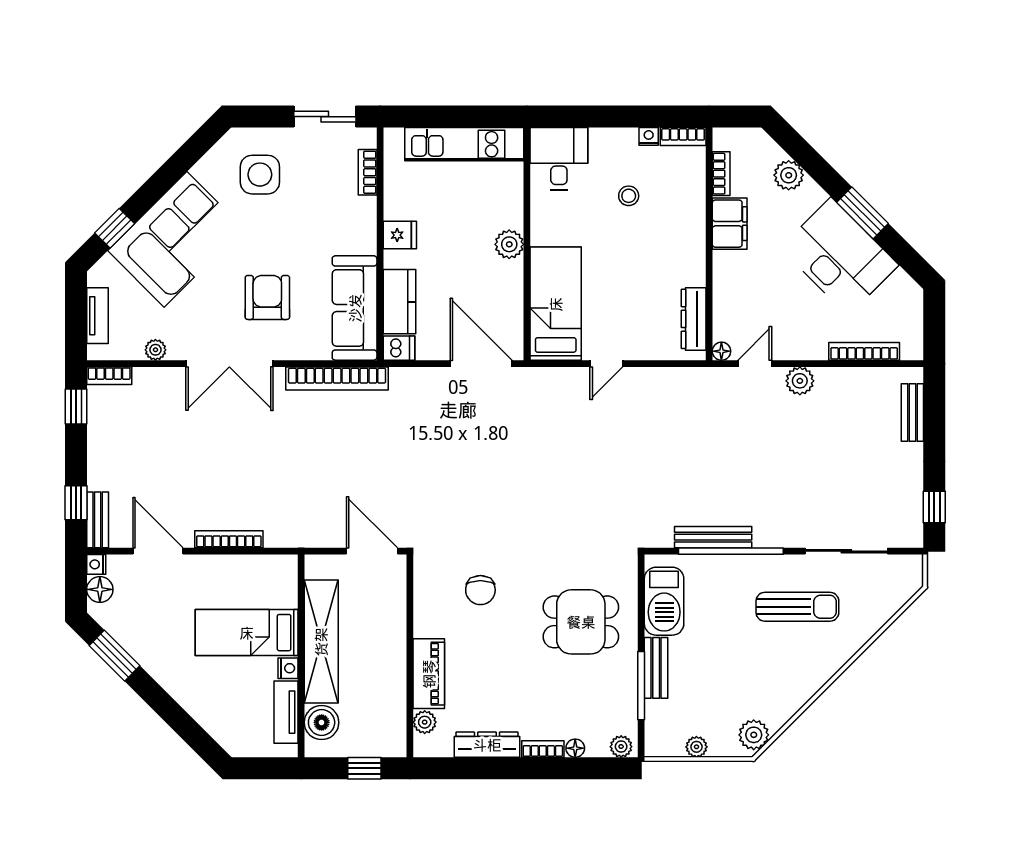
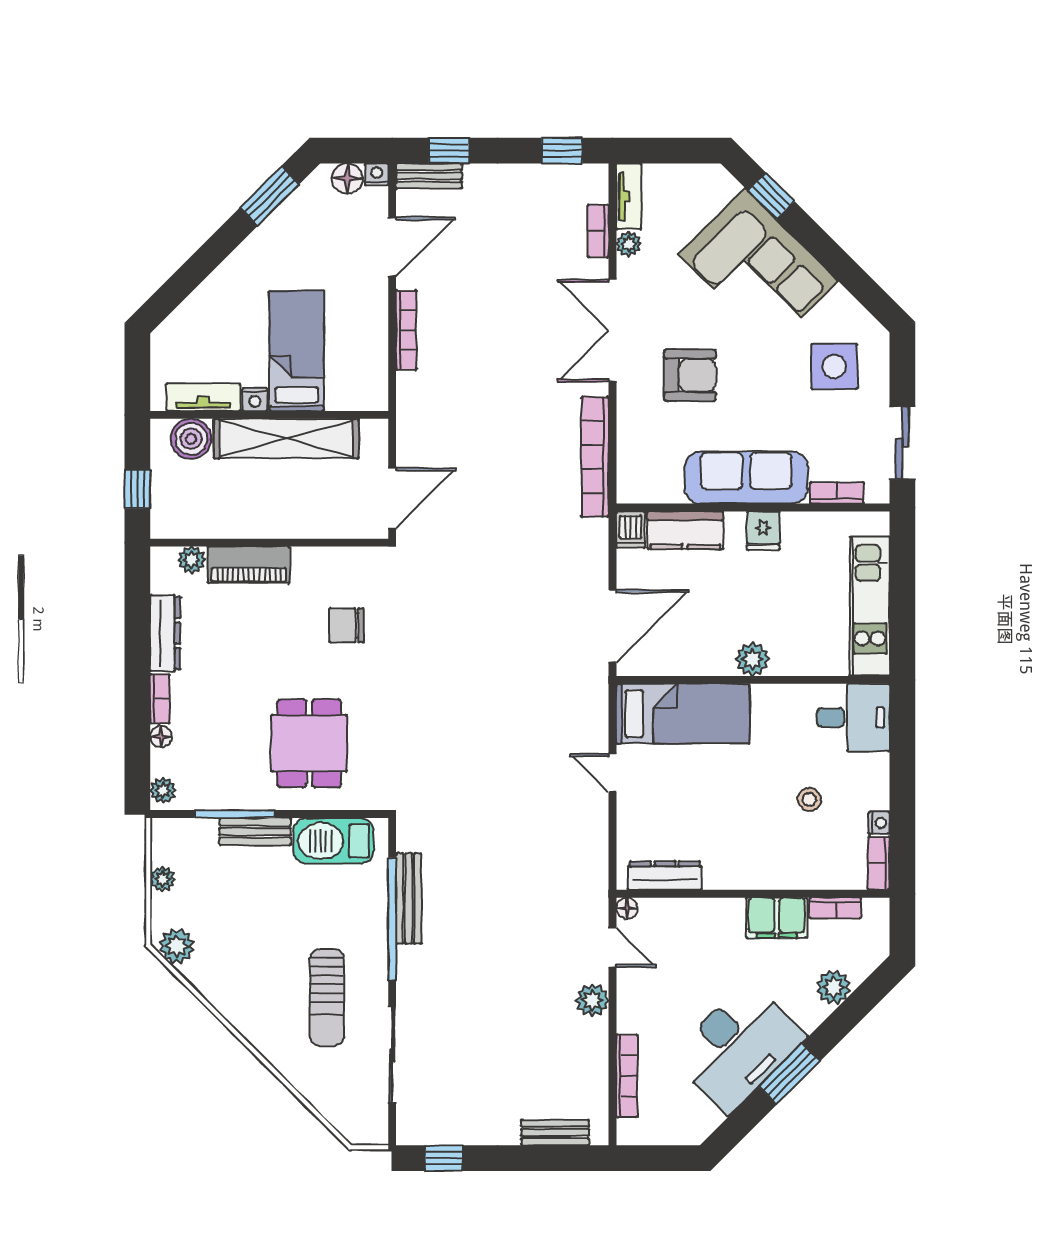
sofa: (355, 308) -> (746, 478), moved
tv unit: (98, 316) -> (629, 196), moved, turned -90
bookcase: (109, 376) -> (598, 231), moved

